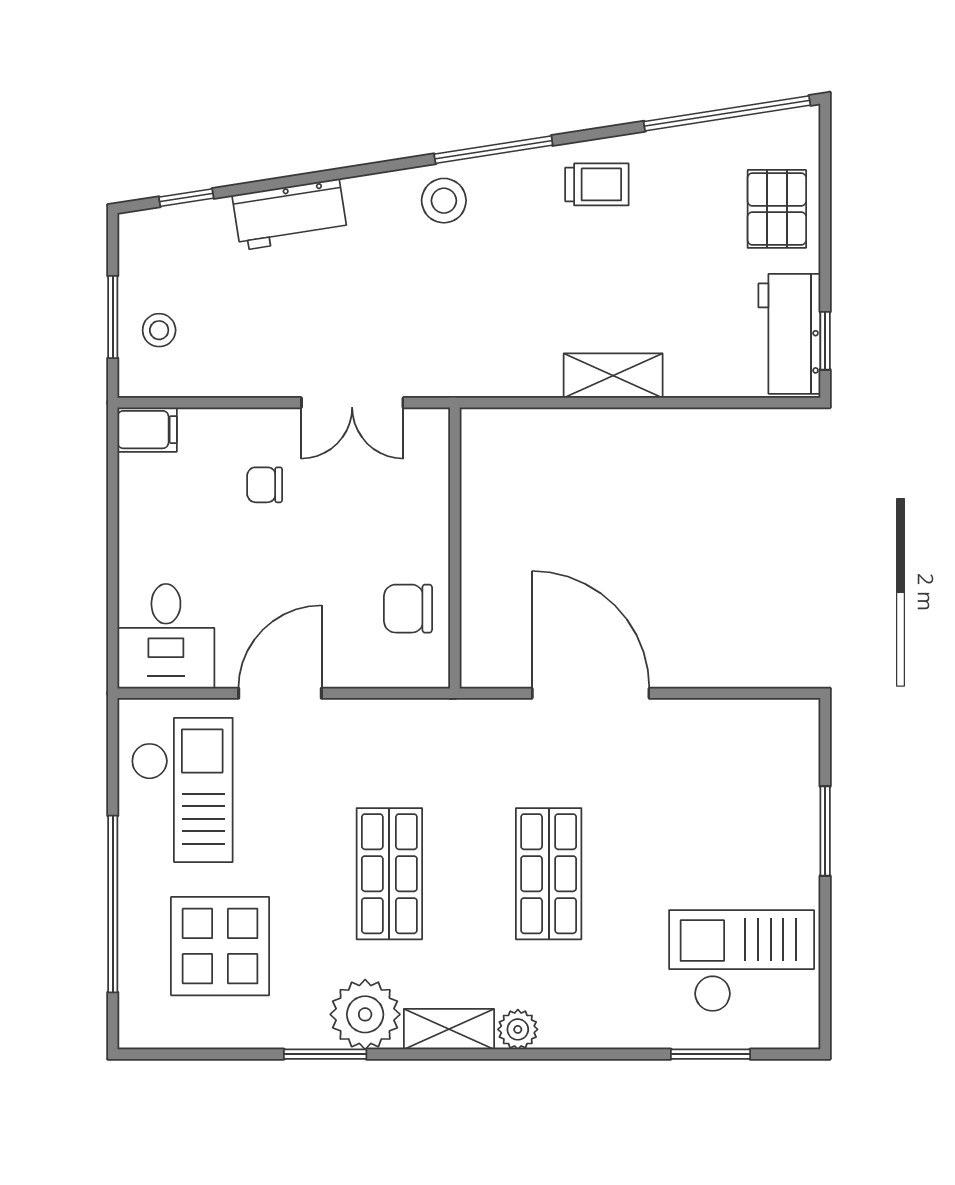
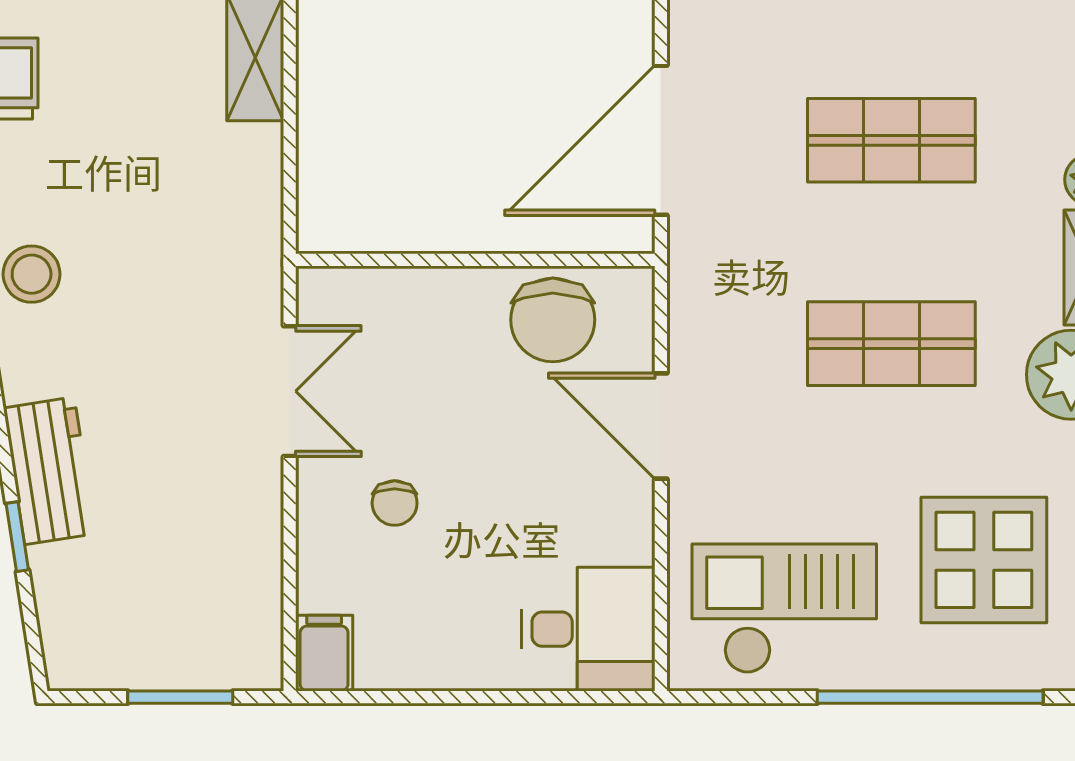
window: (186, 198) -> (17, 537), moved
stool: (159, 330) -> (197, 638), removed
chair: (408, 609) -> (553, 320), width x1.37, depth x1.37
door: (280, 693) -> (661, 426), moved
door: (591, 693) -> (661, 140), moved

